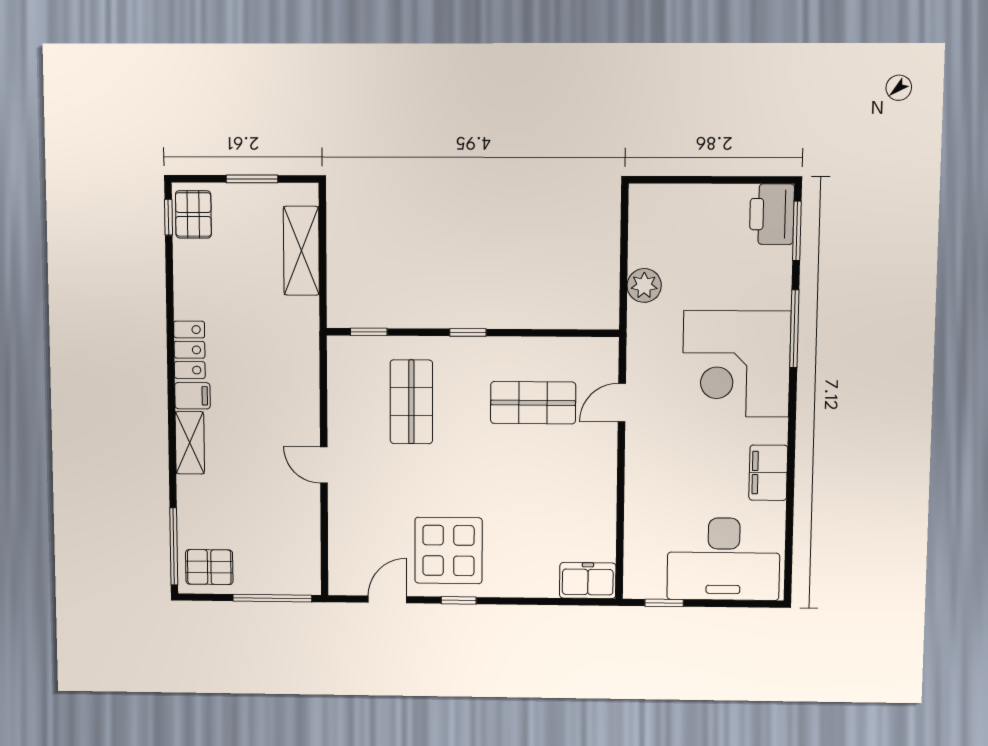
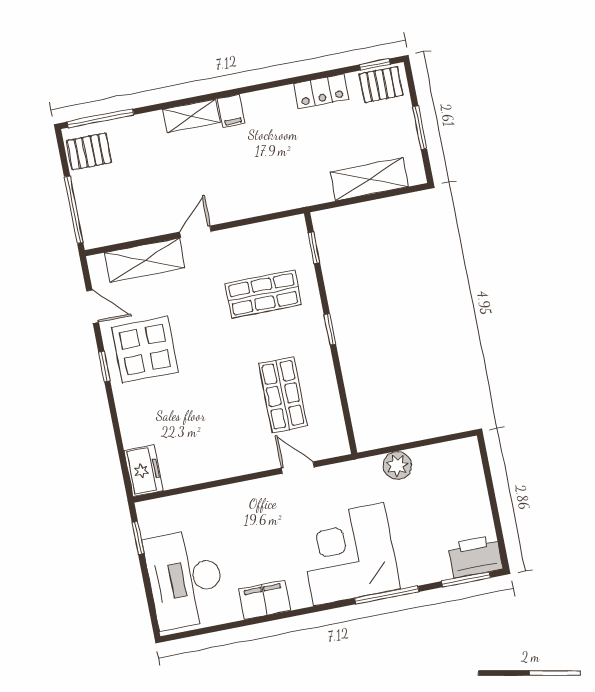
locker: (189, 350) -> (321, 91), moved
shelving: (346, 530) -> (145, 260), added
pallet: (209, 567) -> (89, 151), turned 90

